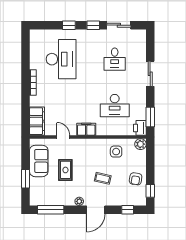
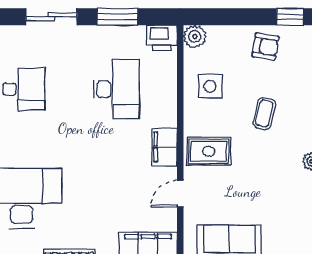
window: (150, 117) -> (117, 17), moved
rug: (65, 170) -> (209, 151), moved

